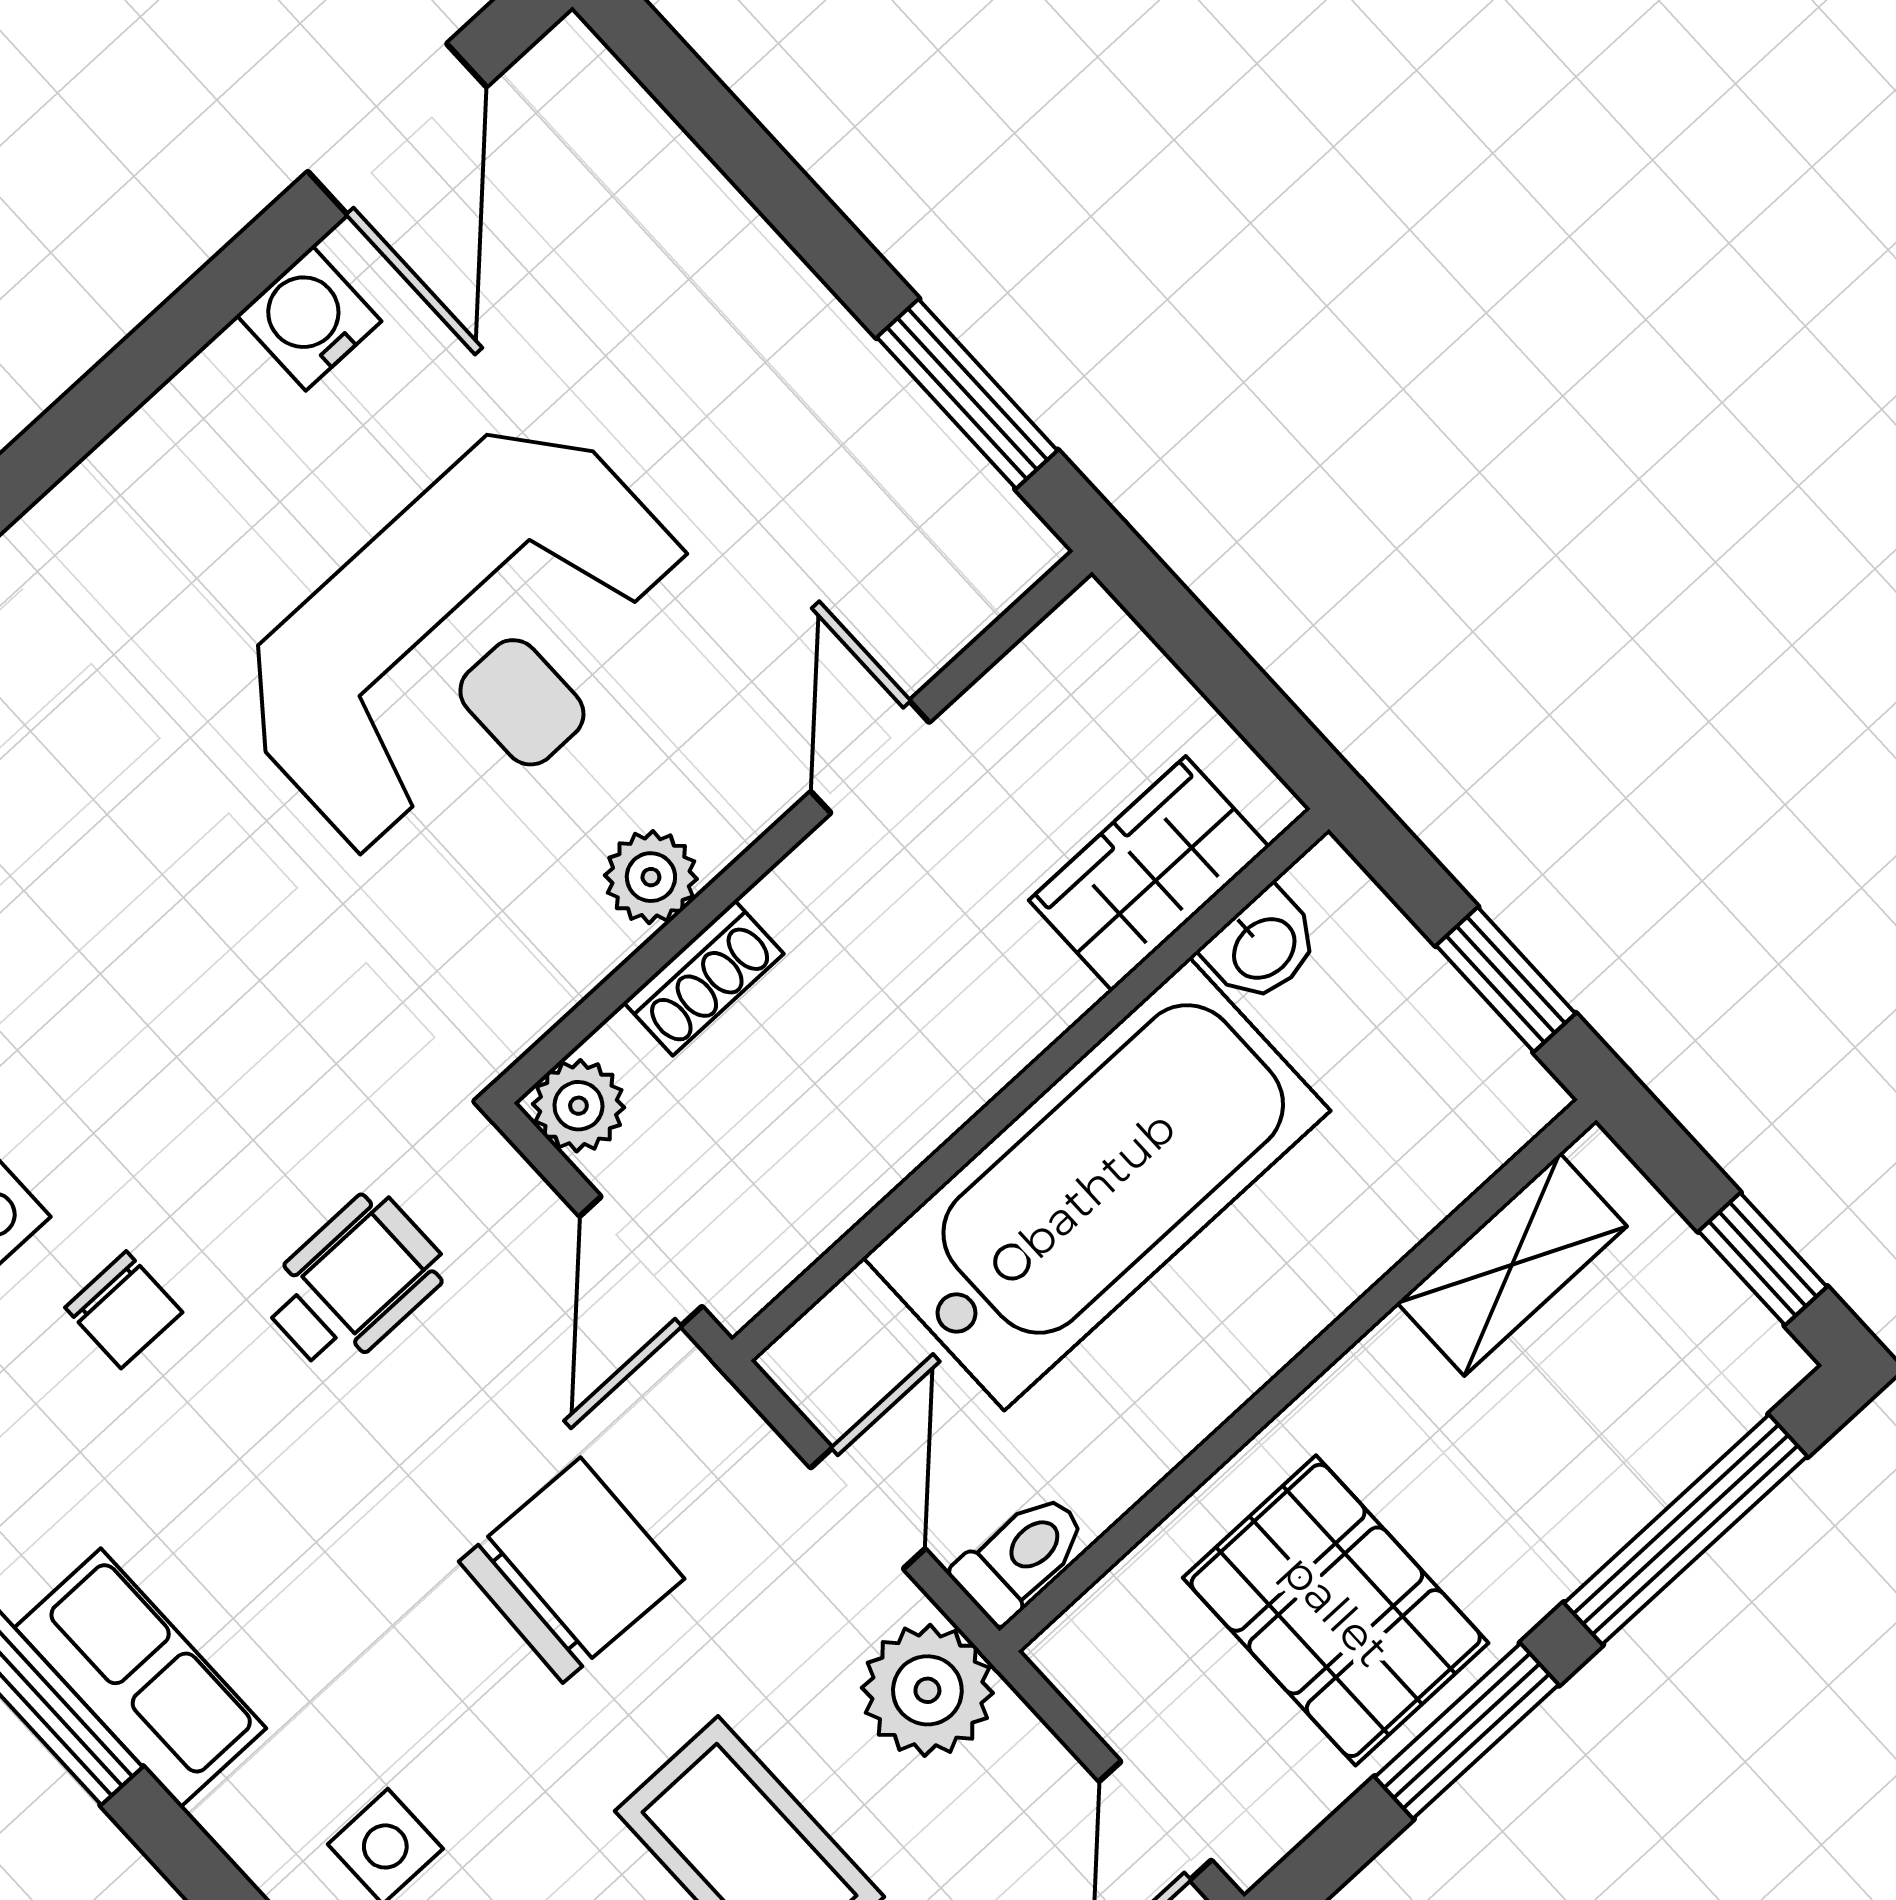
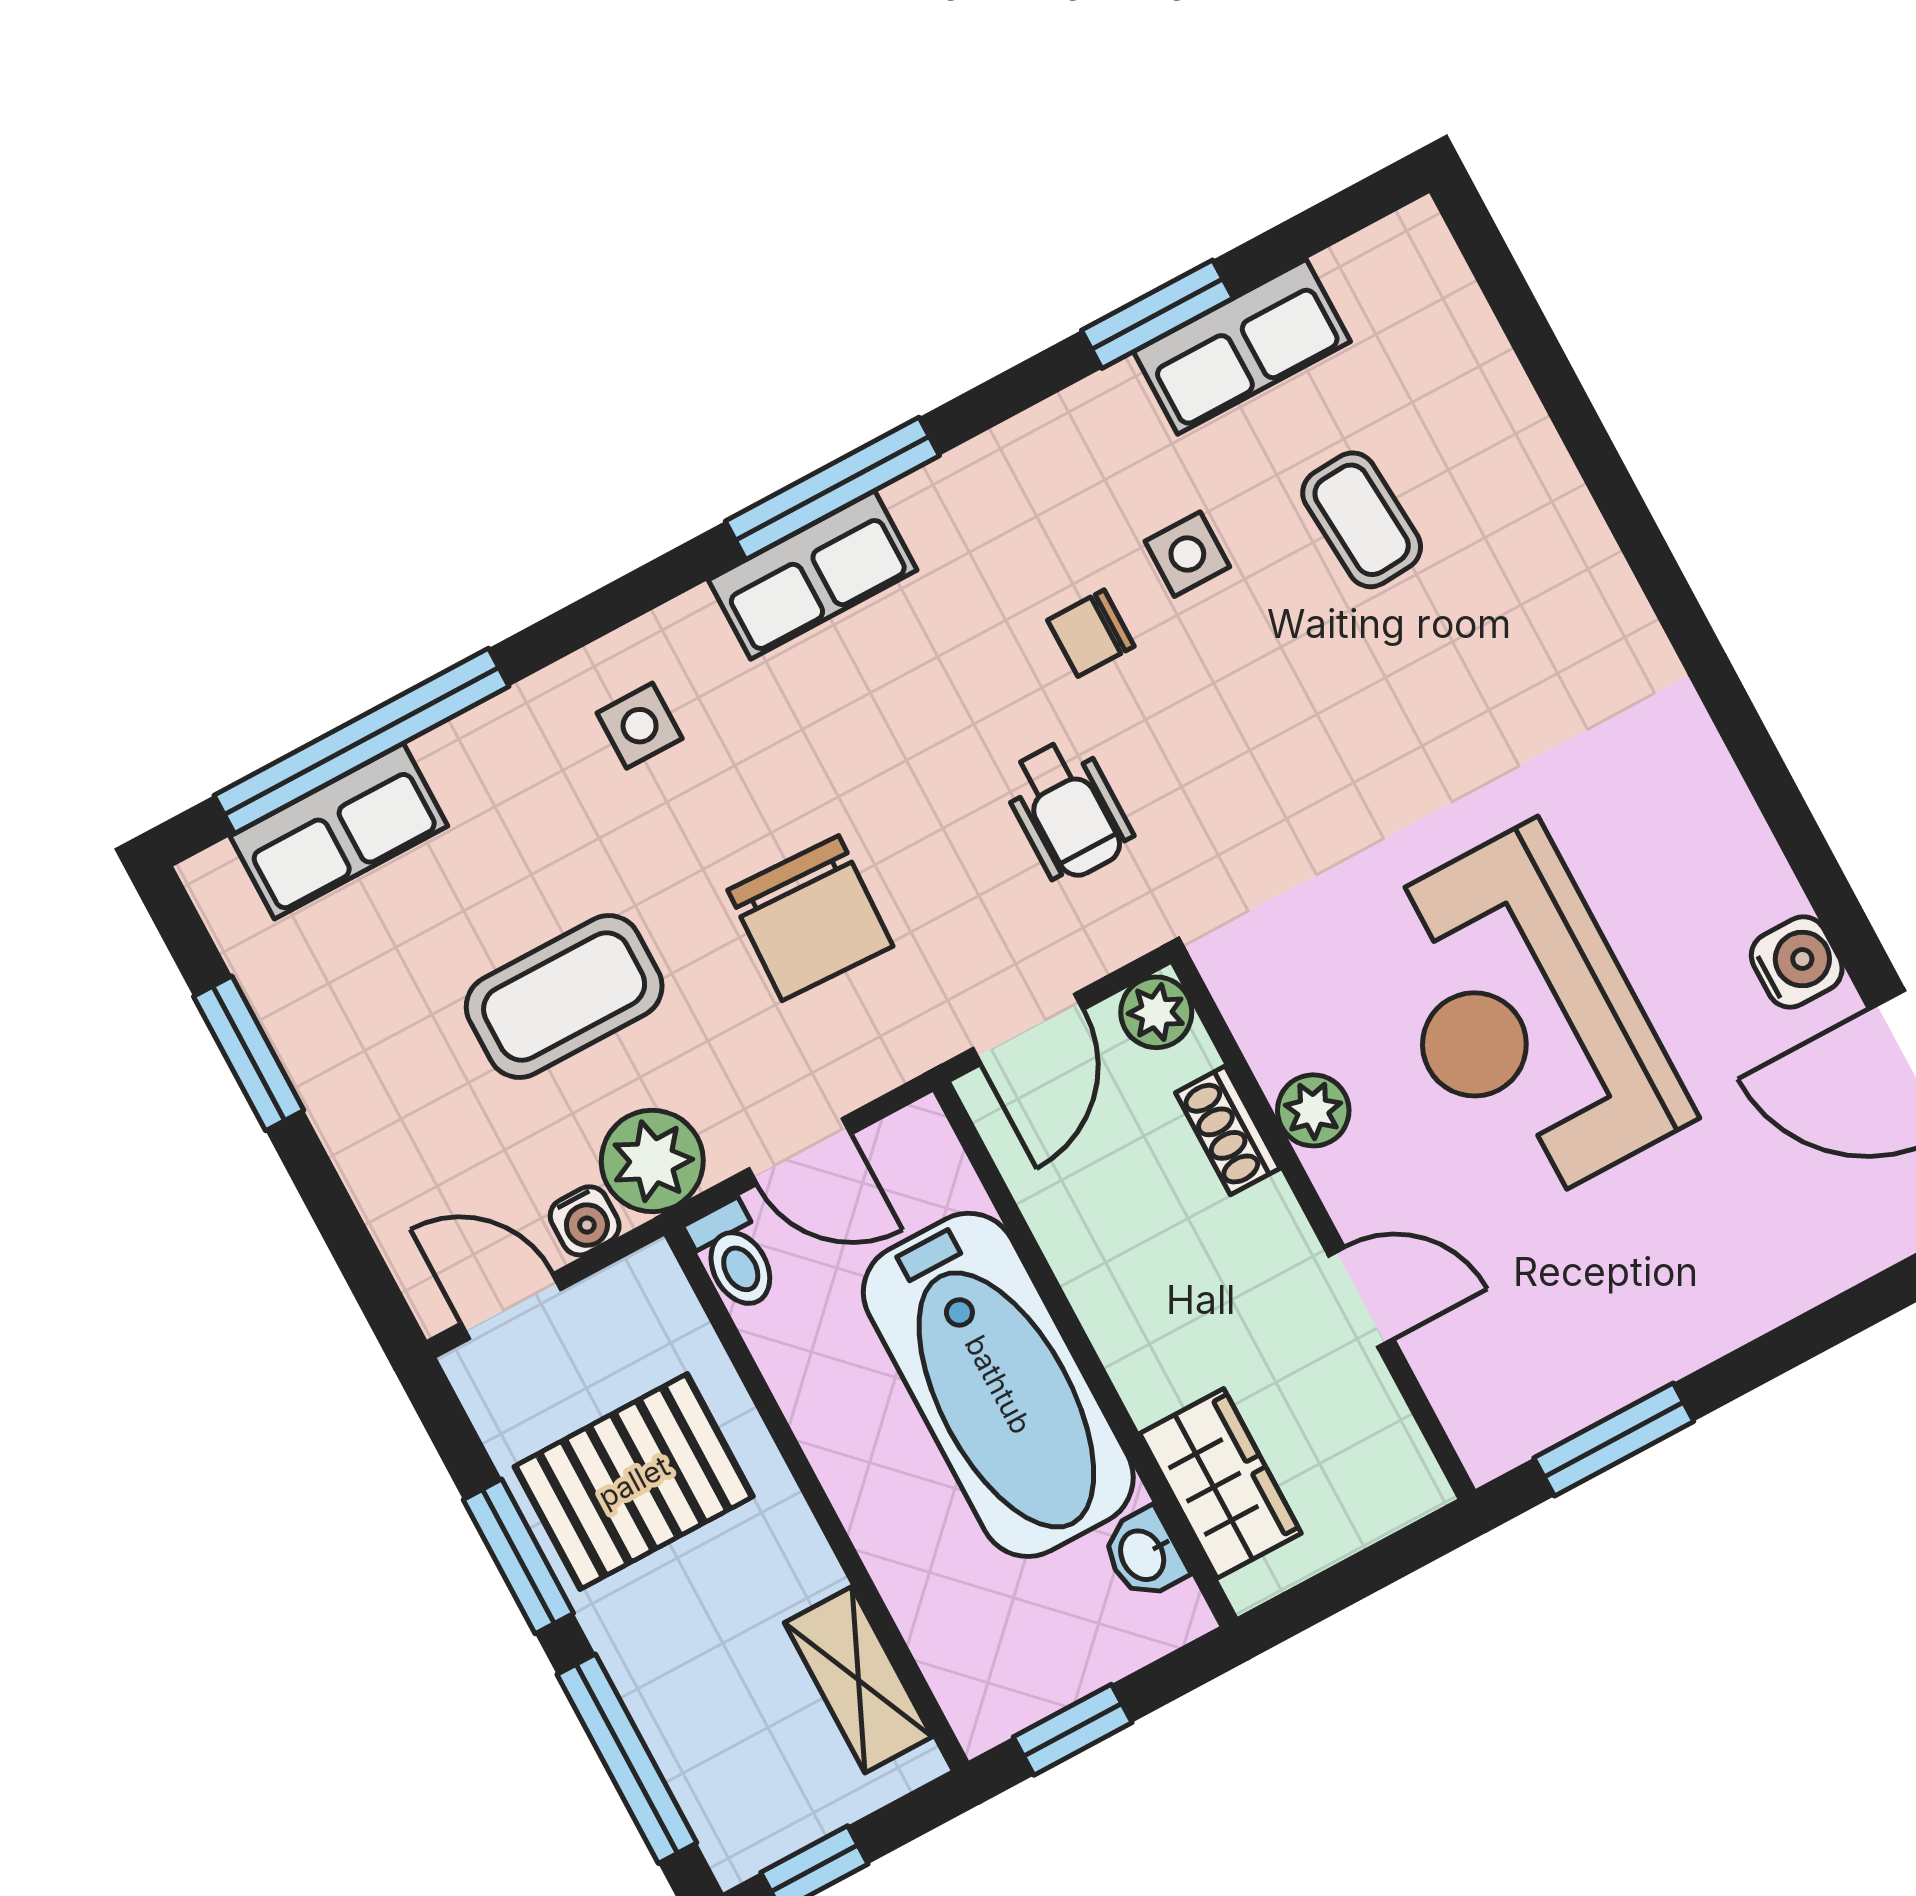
door: (641, 1261) -> (1028, 1029), swing flipped
water cooler: (1024, 1756) -> (585, 1221), added

